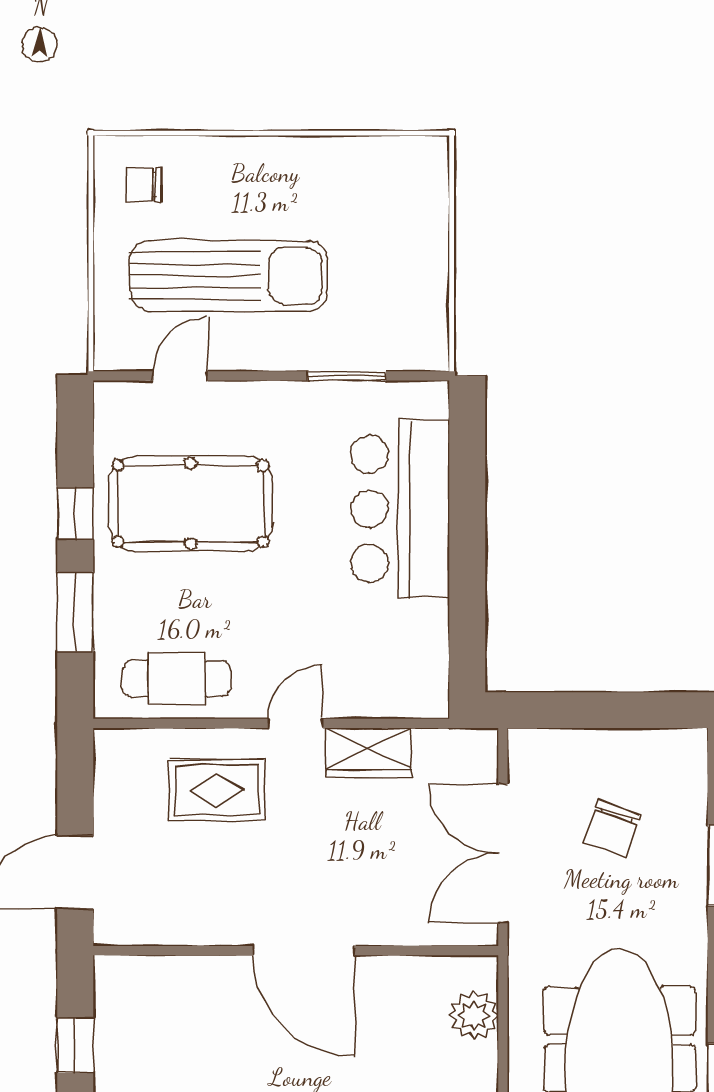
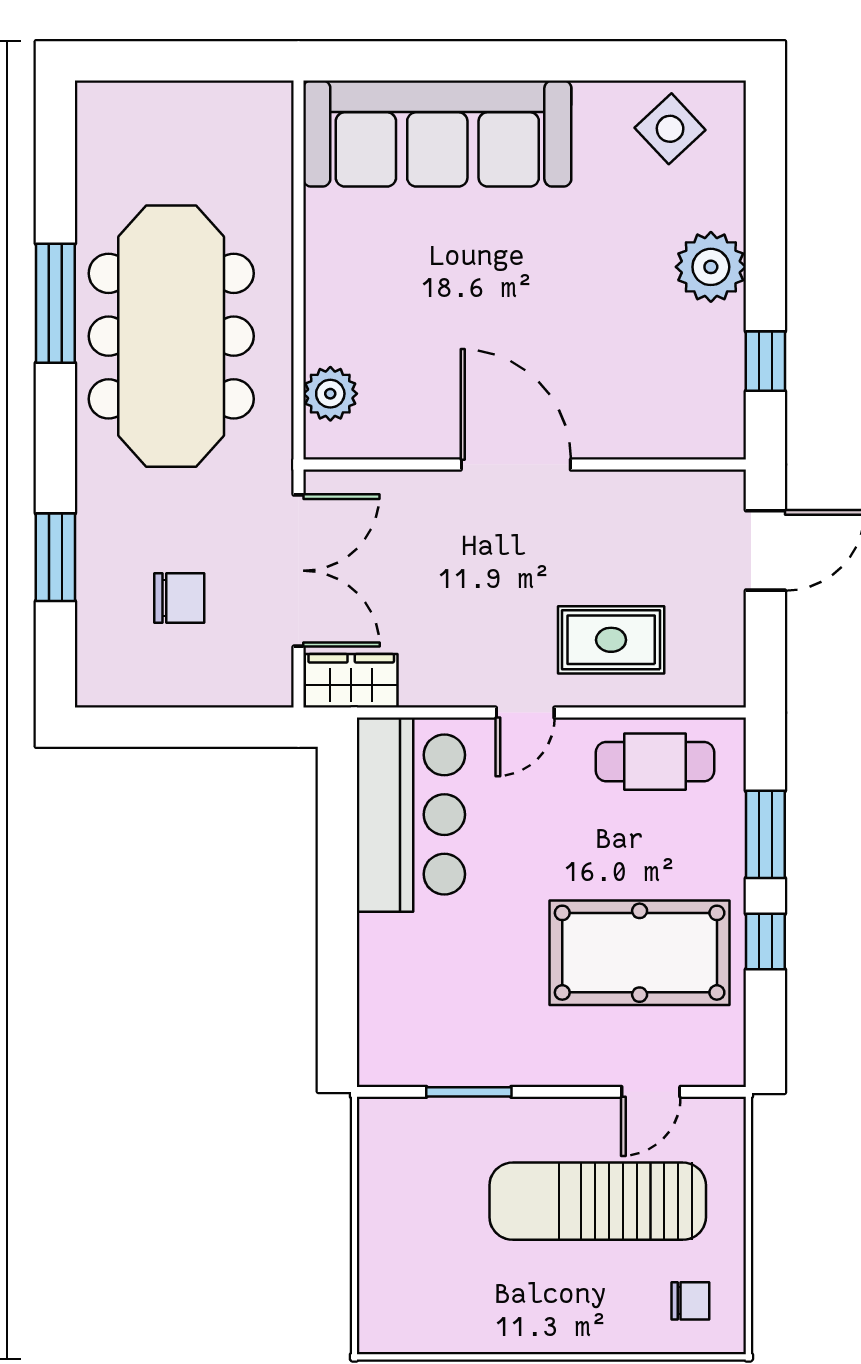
bar counter: (400, 509) -> (411, 815), moved
wardrobe: (368, 752) -> (351, 681), moved
chair: (612, 828) -> (179, 598), turned 71

